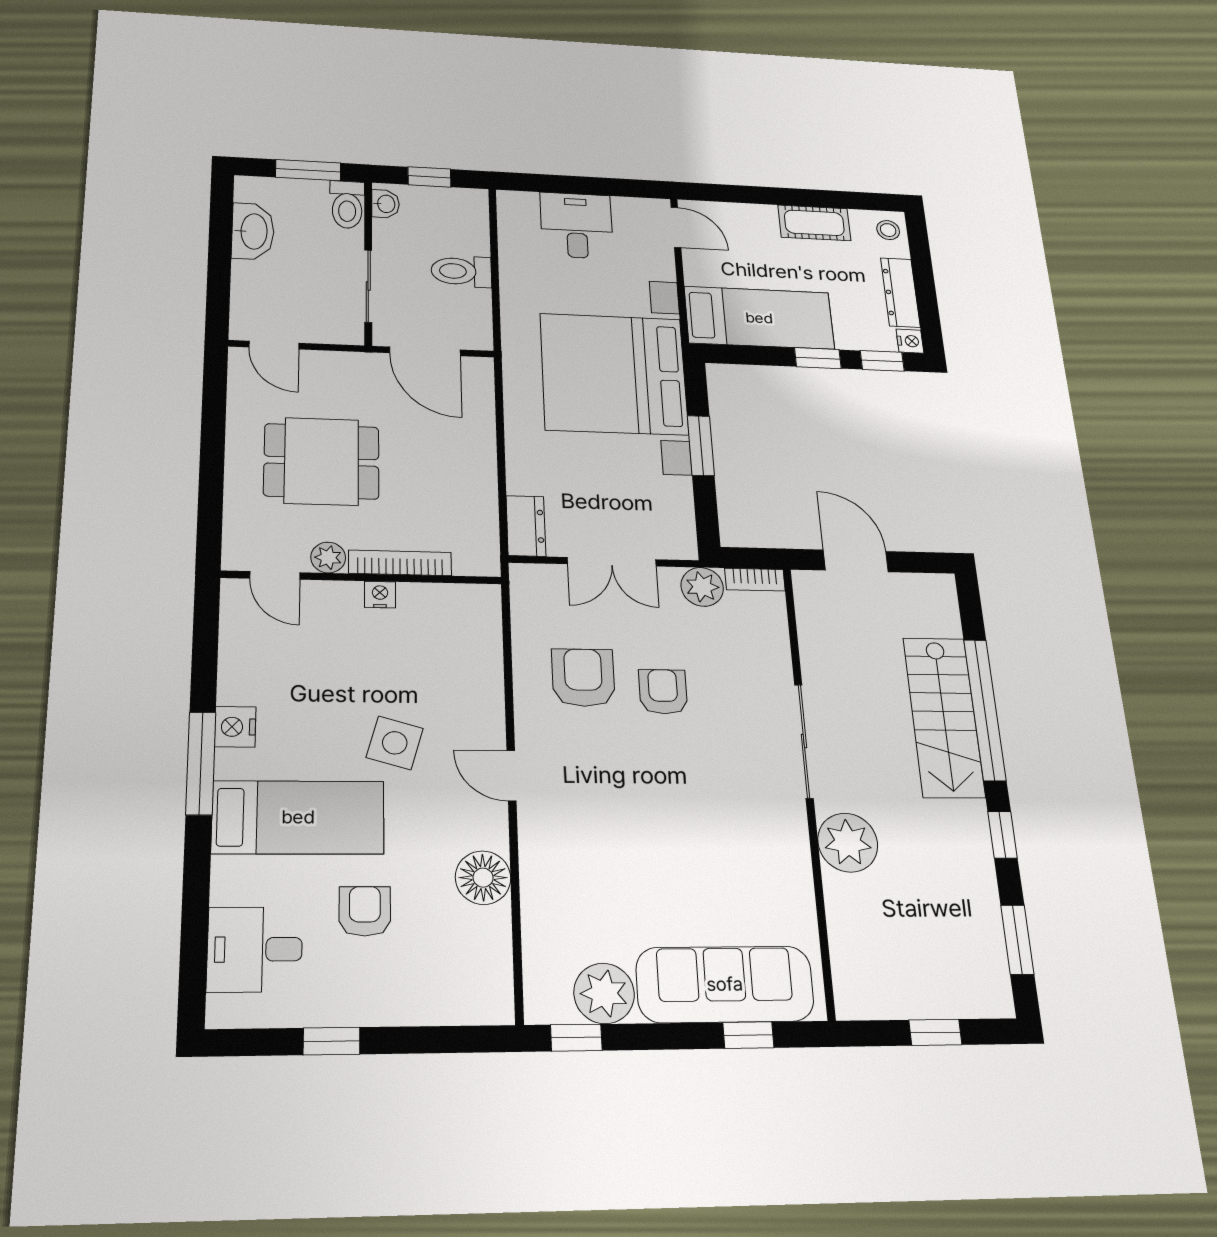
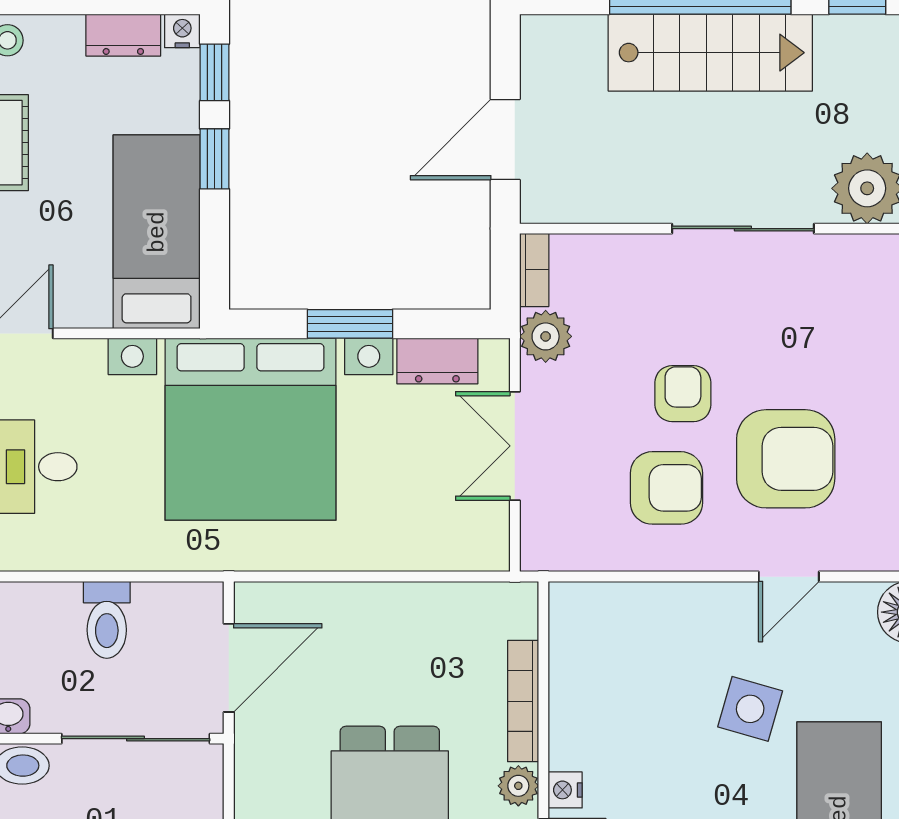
sliding door: (368, 286) -> (136, 739), width x1.37
dresser: (900, 292) -> (123, 35), width x0.70
dresser: (526, 526) -> (437, 361), moved, turned 180
double door: (612, 562) -> (515, 446), swing flipped
nightstand: (380, 595) -> (565, 790), moved
armchair: (583, 678) -> (667, 488), turned 180
armchair: (663, 692) -> (683, 394), turned 90
armchair: (613, 774) -> (786, 459), added

